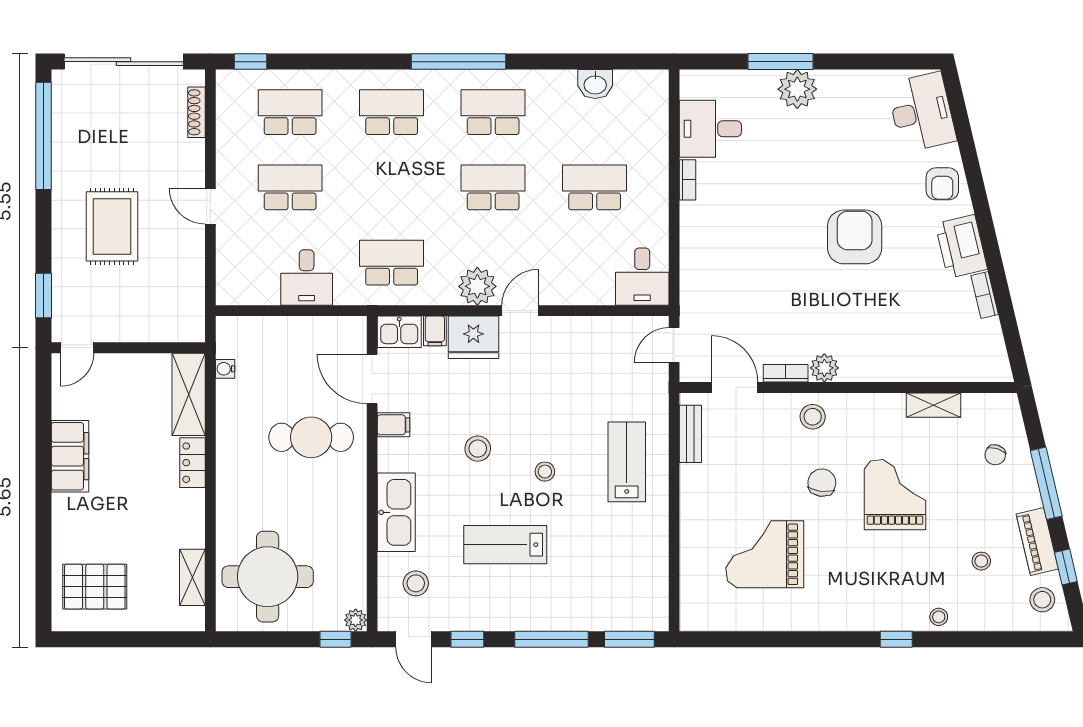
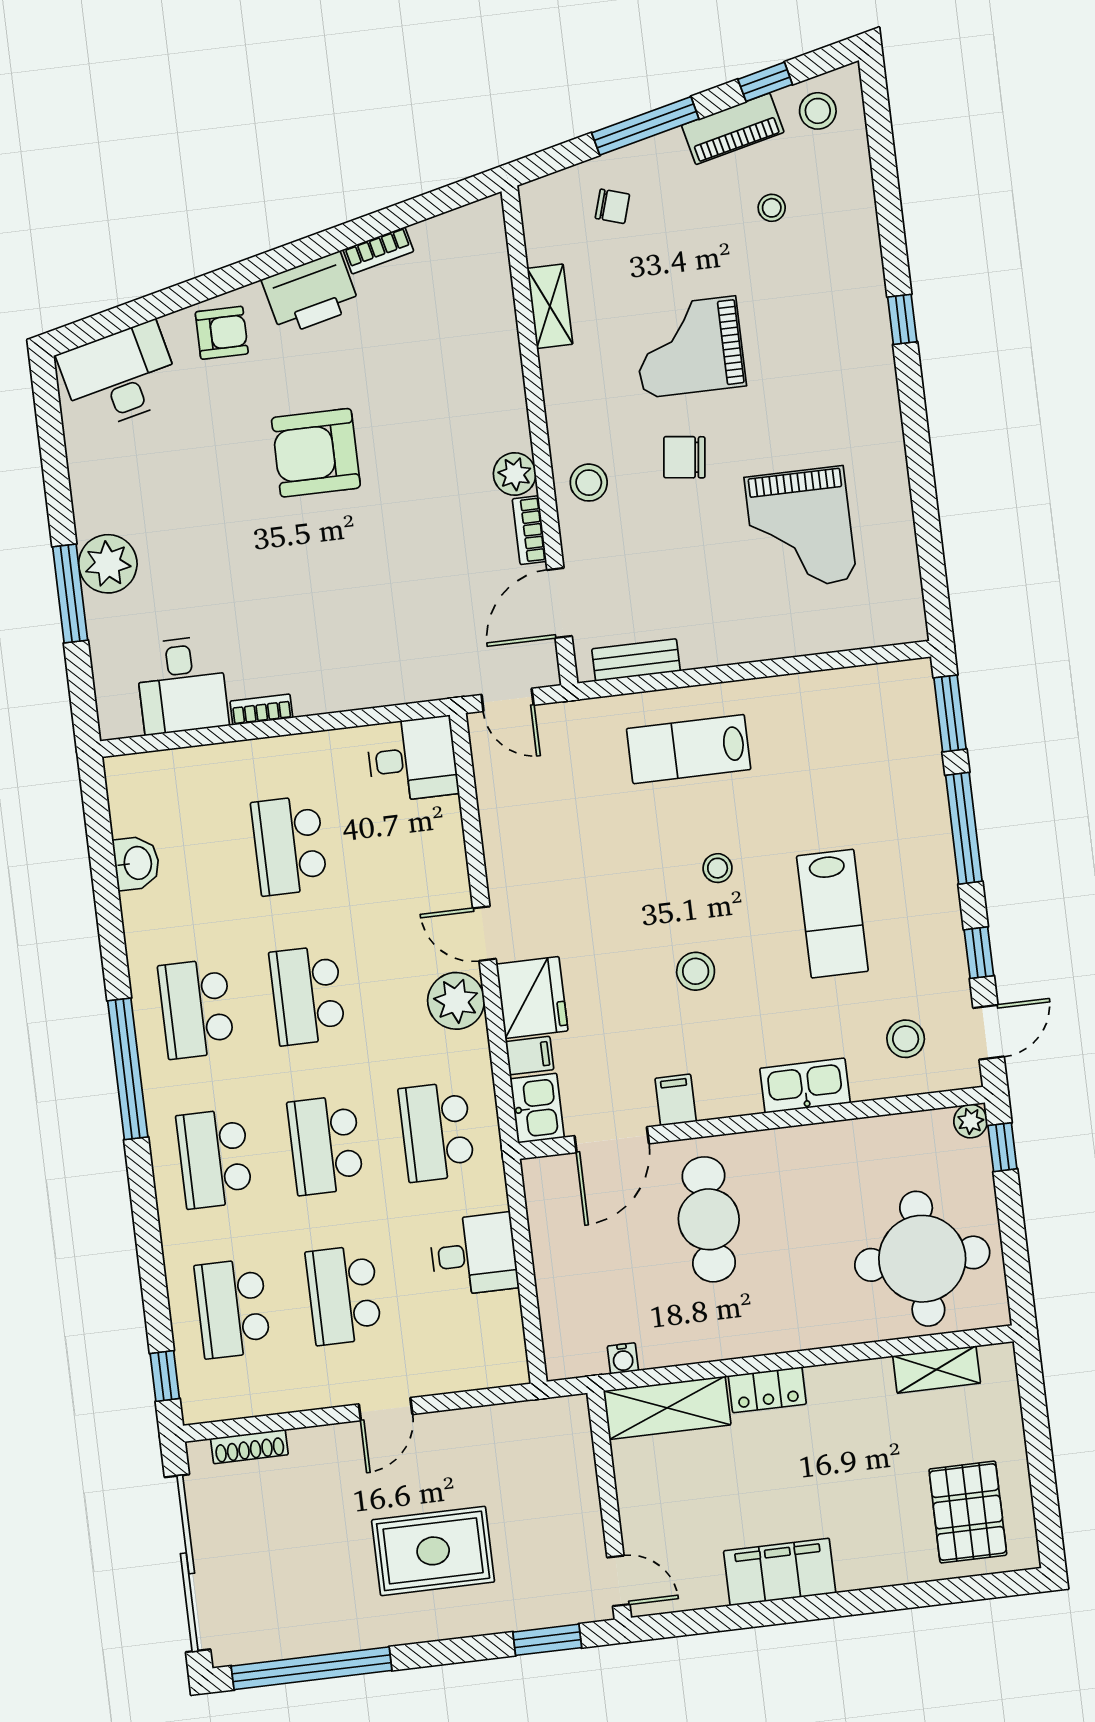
school desk: (392, 187) -> (325, 1145), added
kitchen sink: (396, 512) -> (805, 1086), width x0.73, depth x0.81
stool: (939, 617) -> (862, 261), removed

